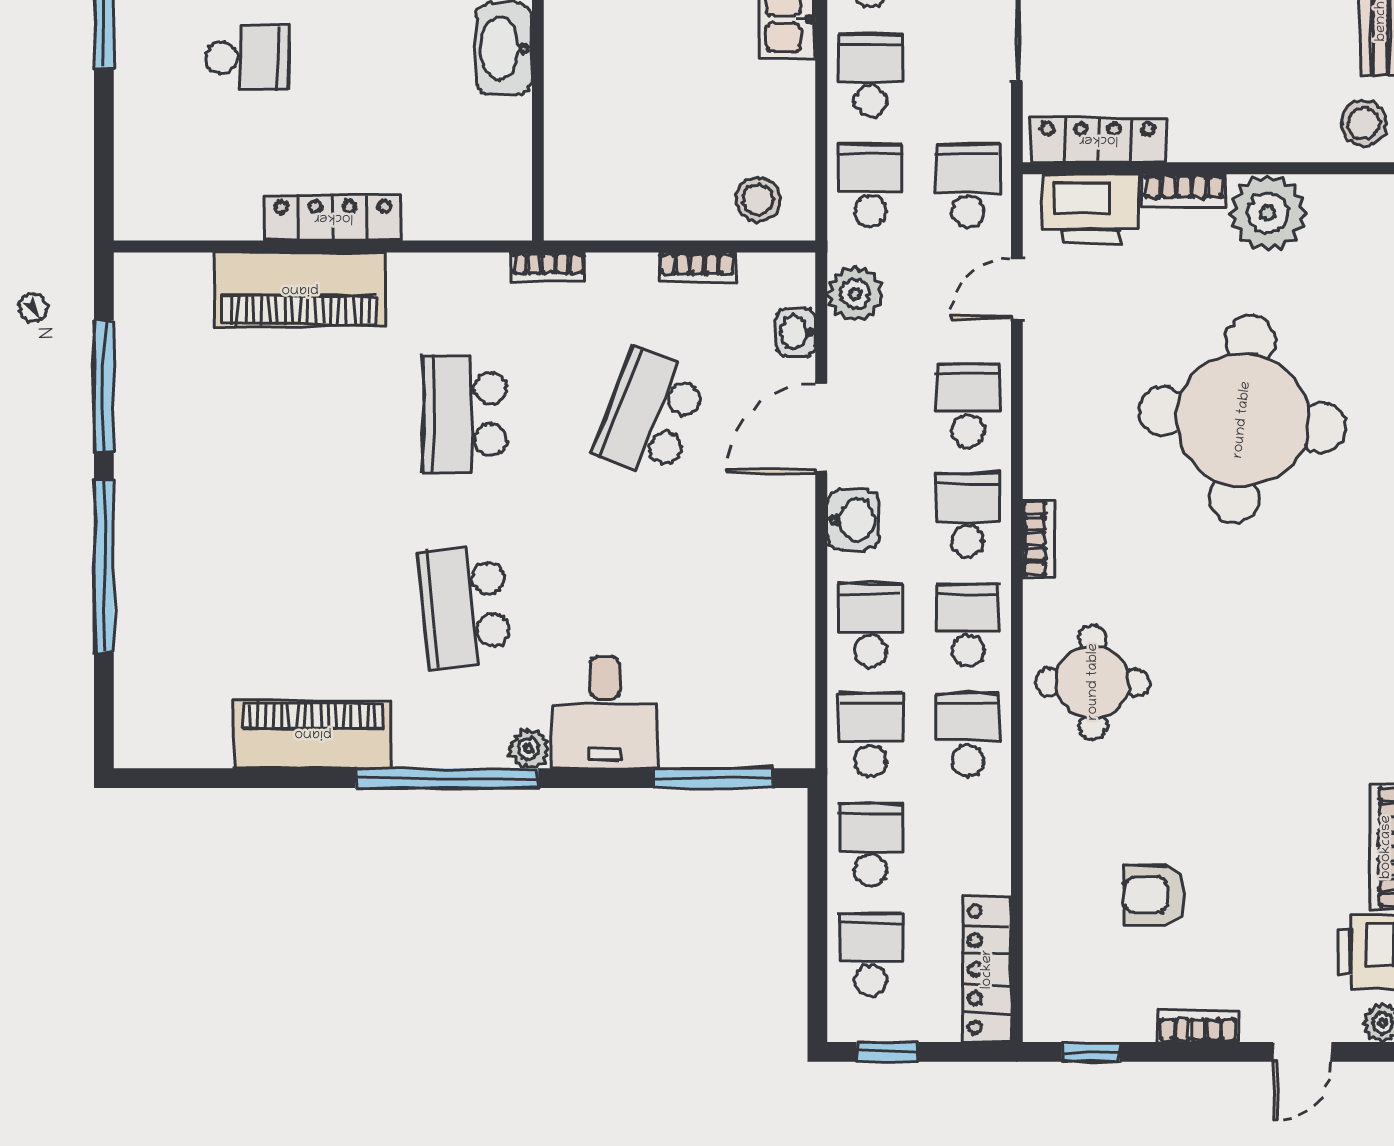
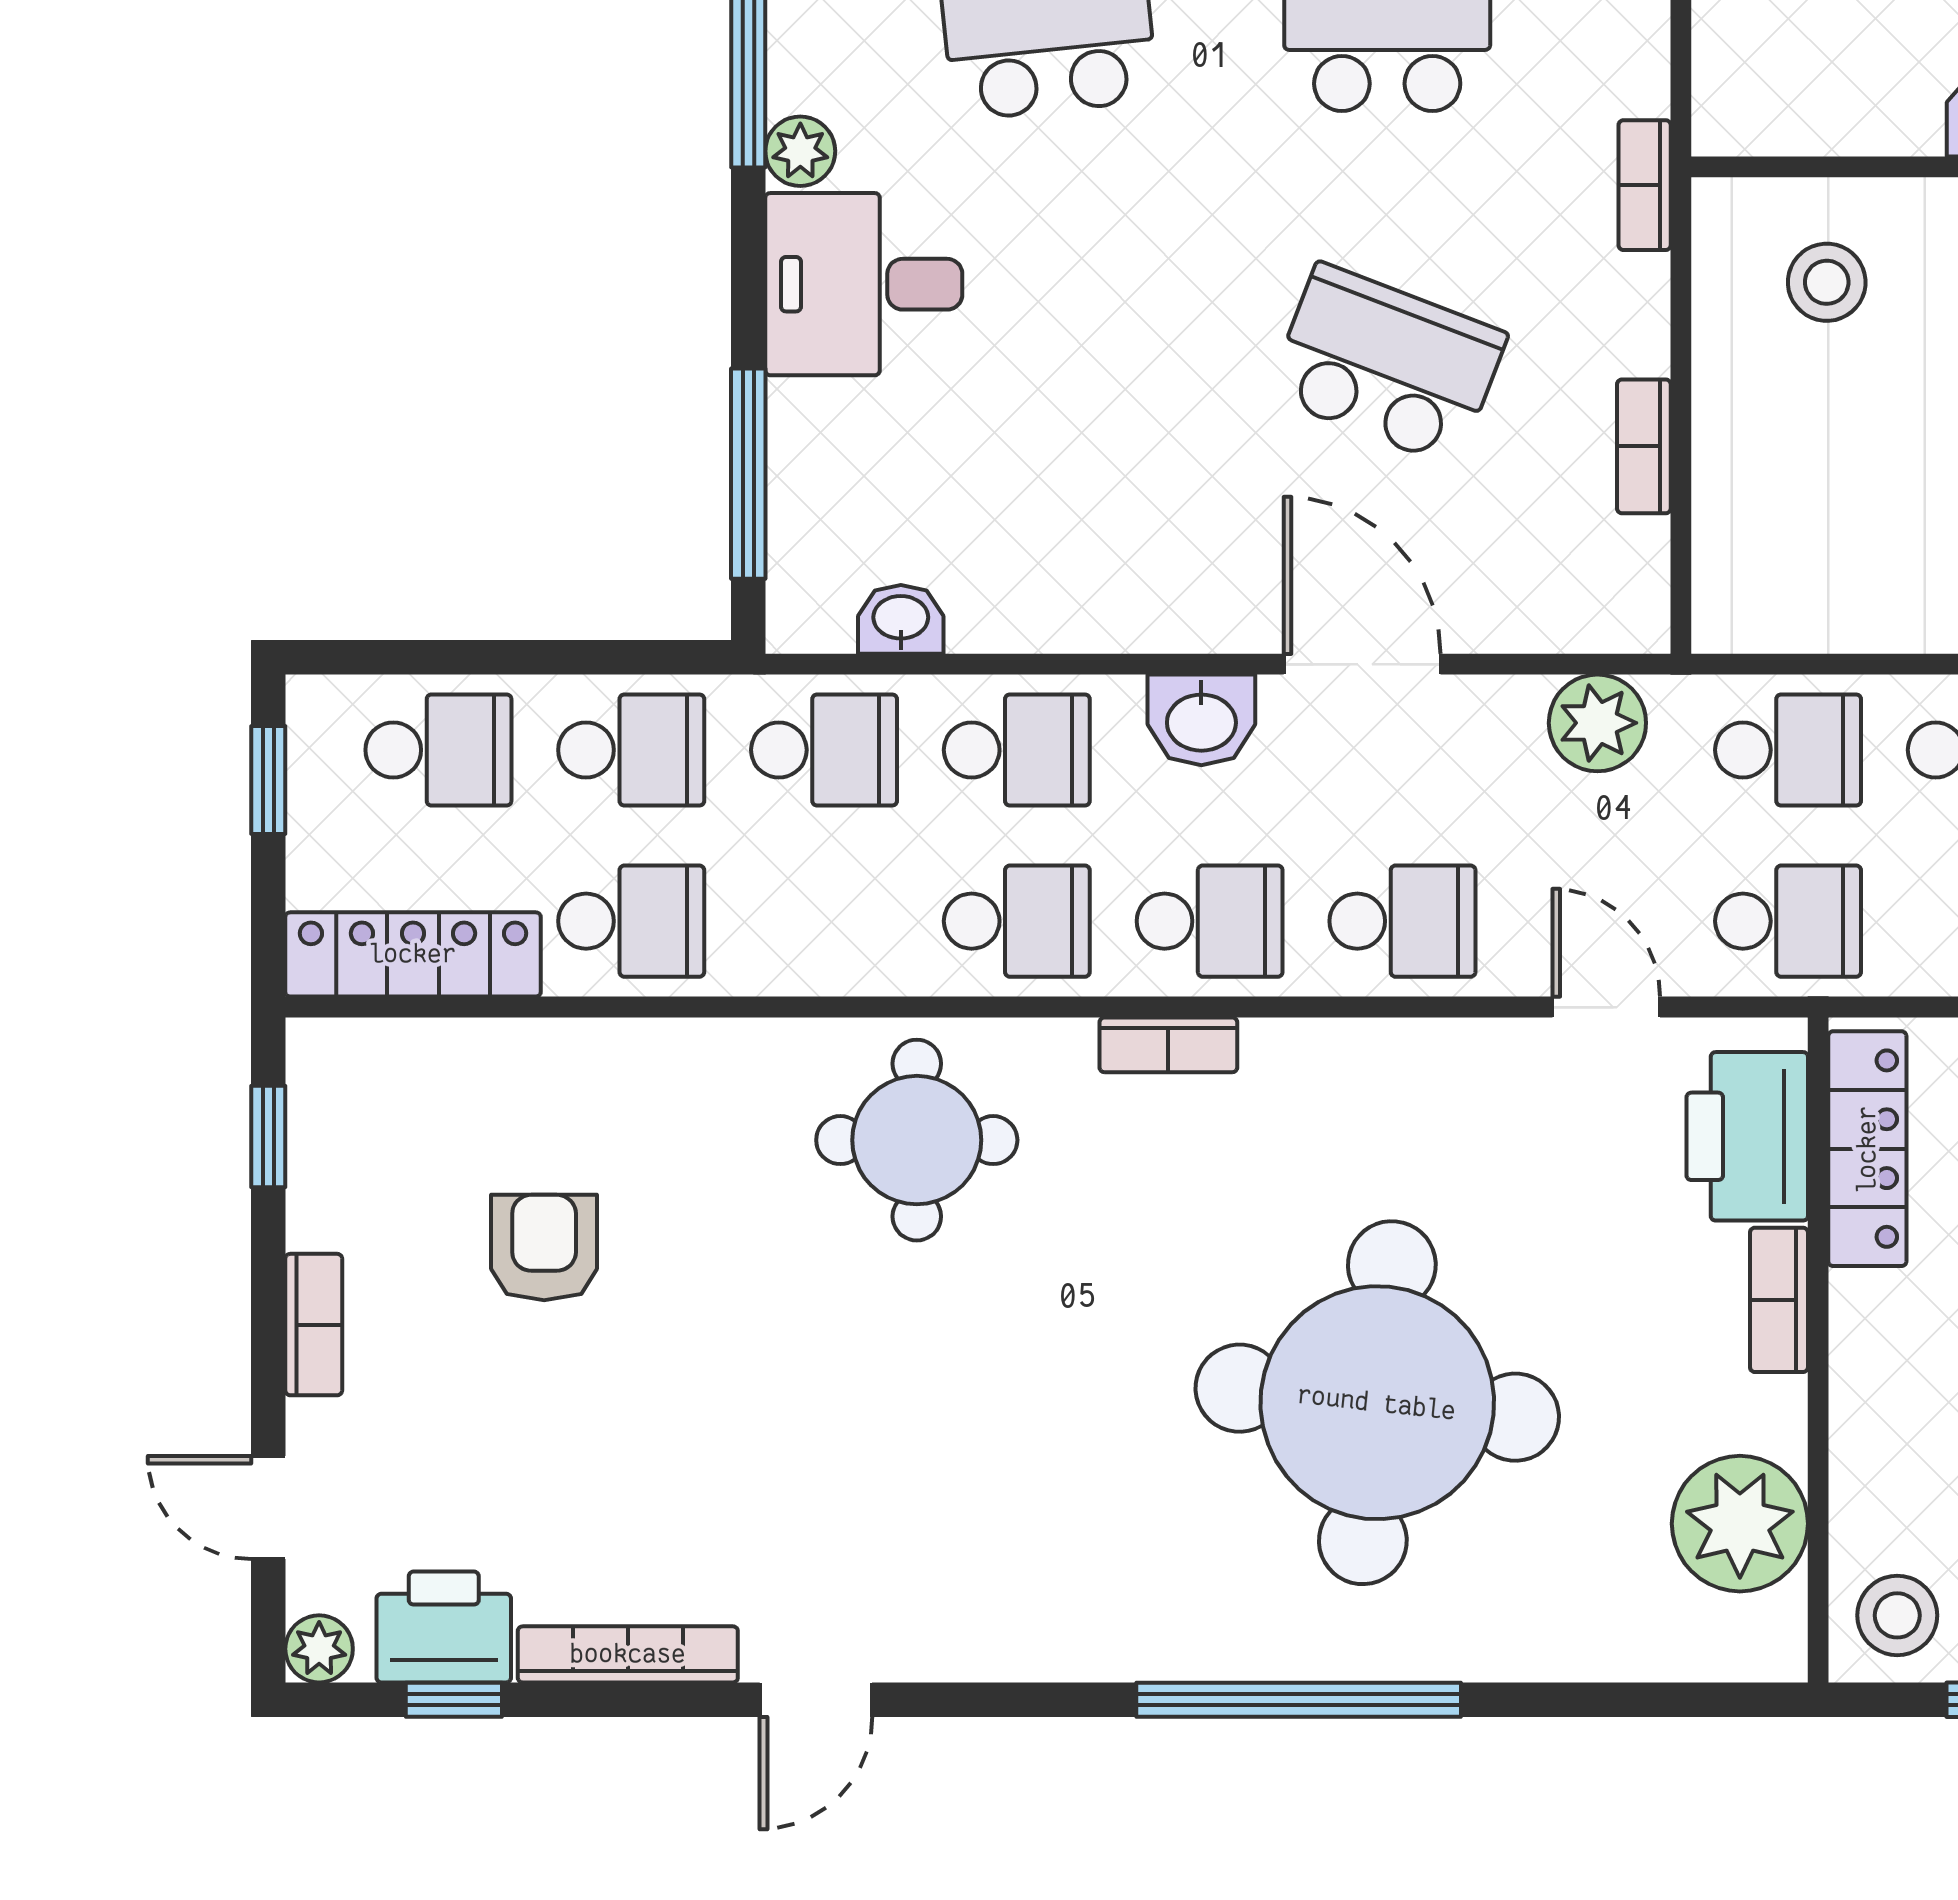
stool: (758, 199) -> (1827, 282), moved
plant: (1268, 213) -> (1740, 1524), moved
washbasin: (796, 332) -> (901, 619), moved
school desk: (968, 735) -> (631, 921), moved

